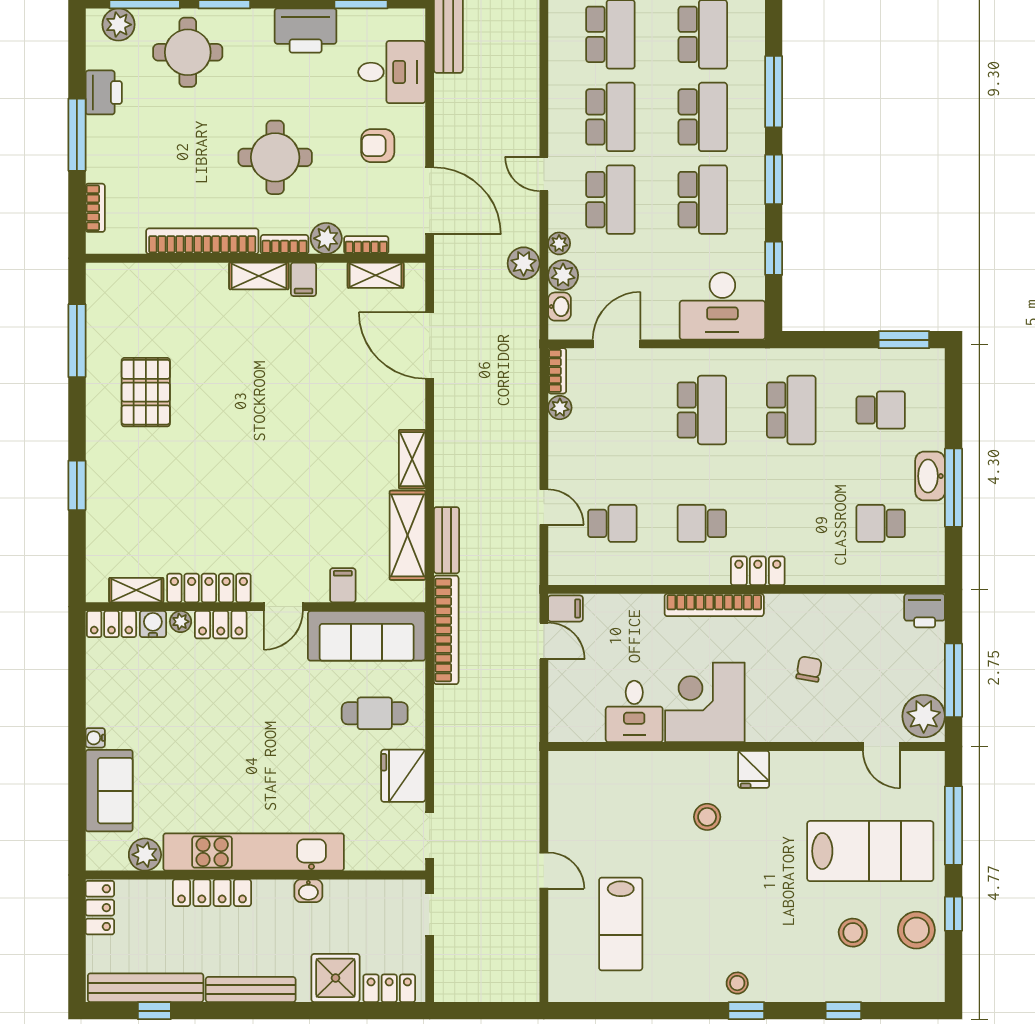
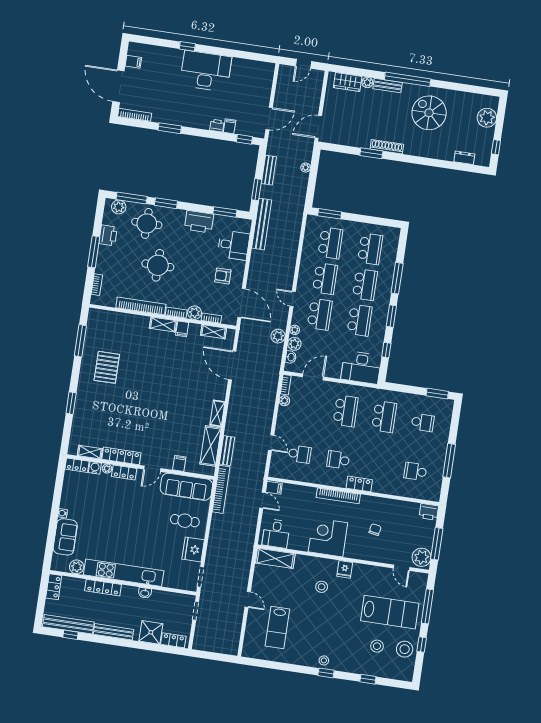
round table: (275, 157) -> (158, 265), moved
washbasin: (930, 476) -> (440, 454), removed
desk: (634, 711) -> (276, 534), moved
shelving: (593, 768) -> (275, 558), added

